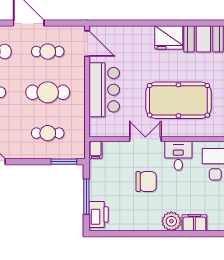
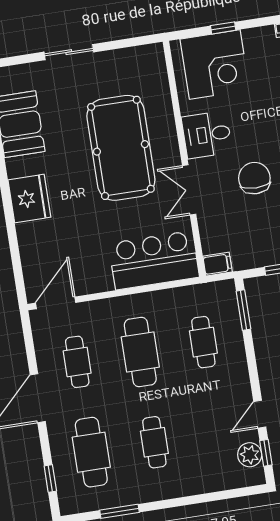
fridge: (169, 37) -> (29, 199), moved
bar counter: (104, 90) -> (154, 260), moved

